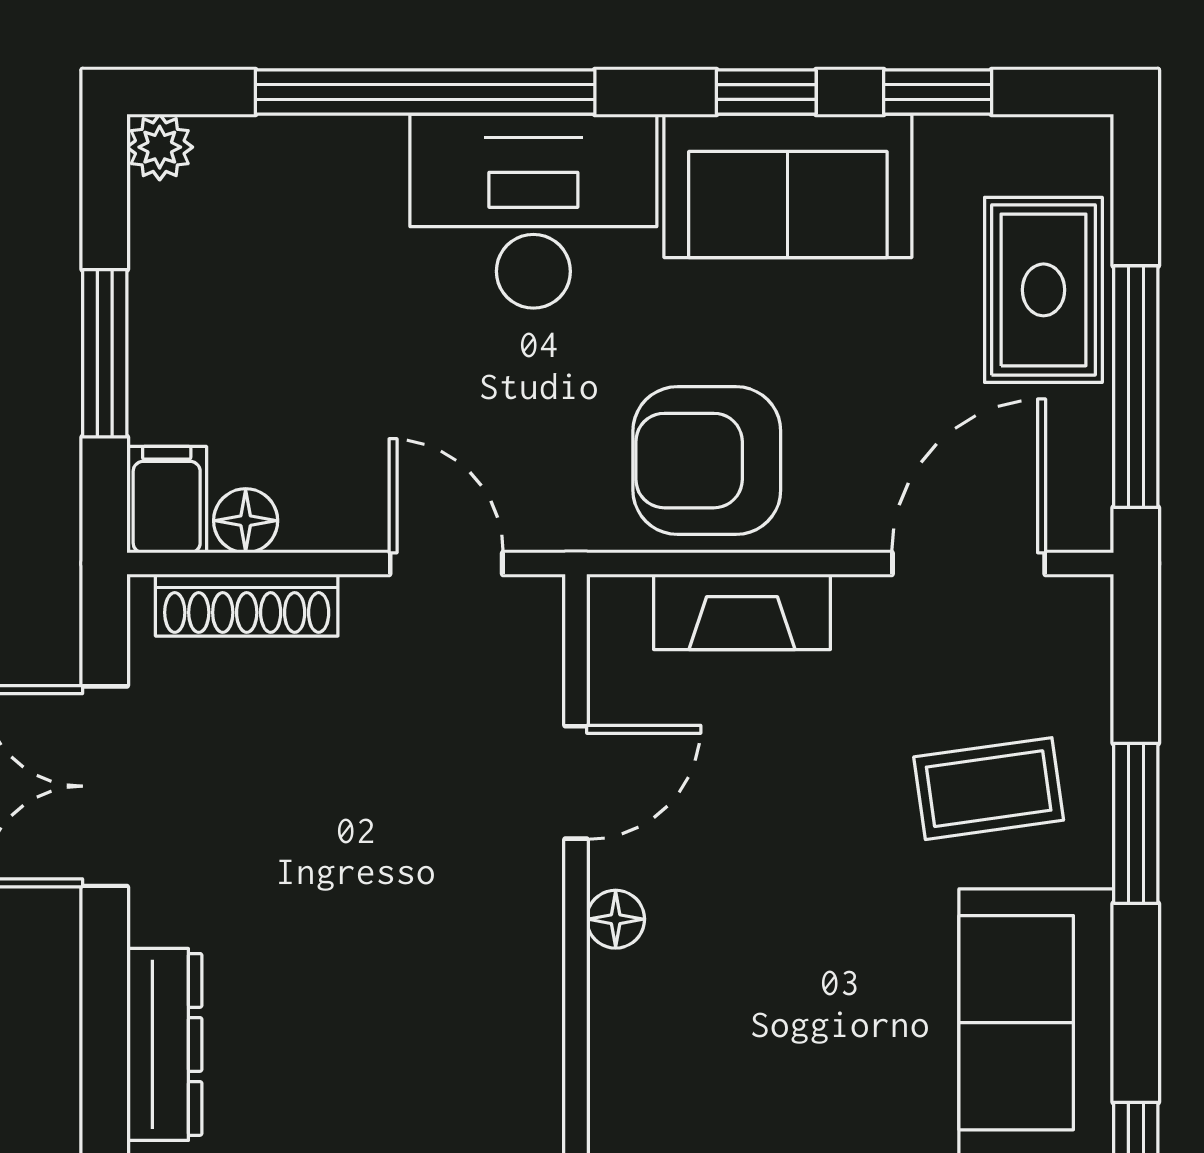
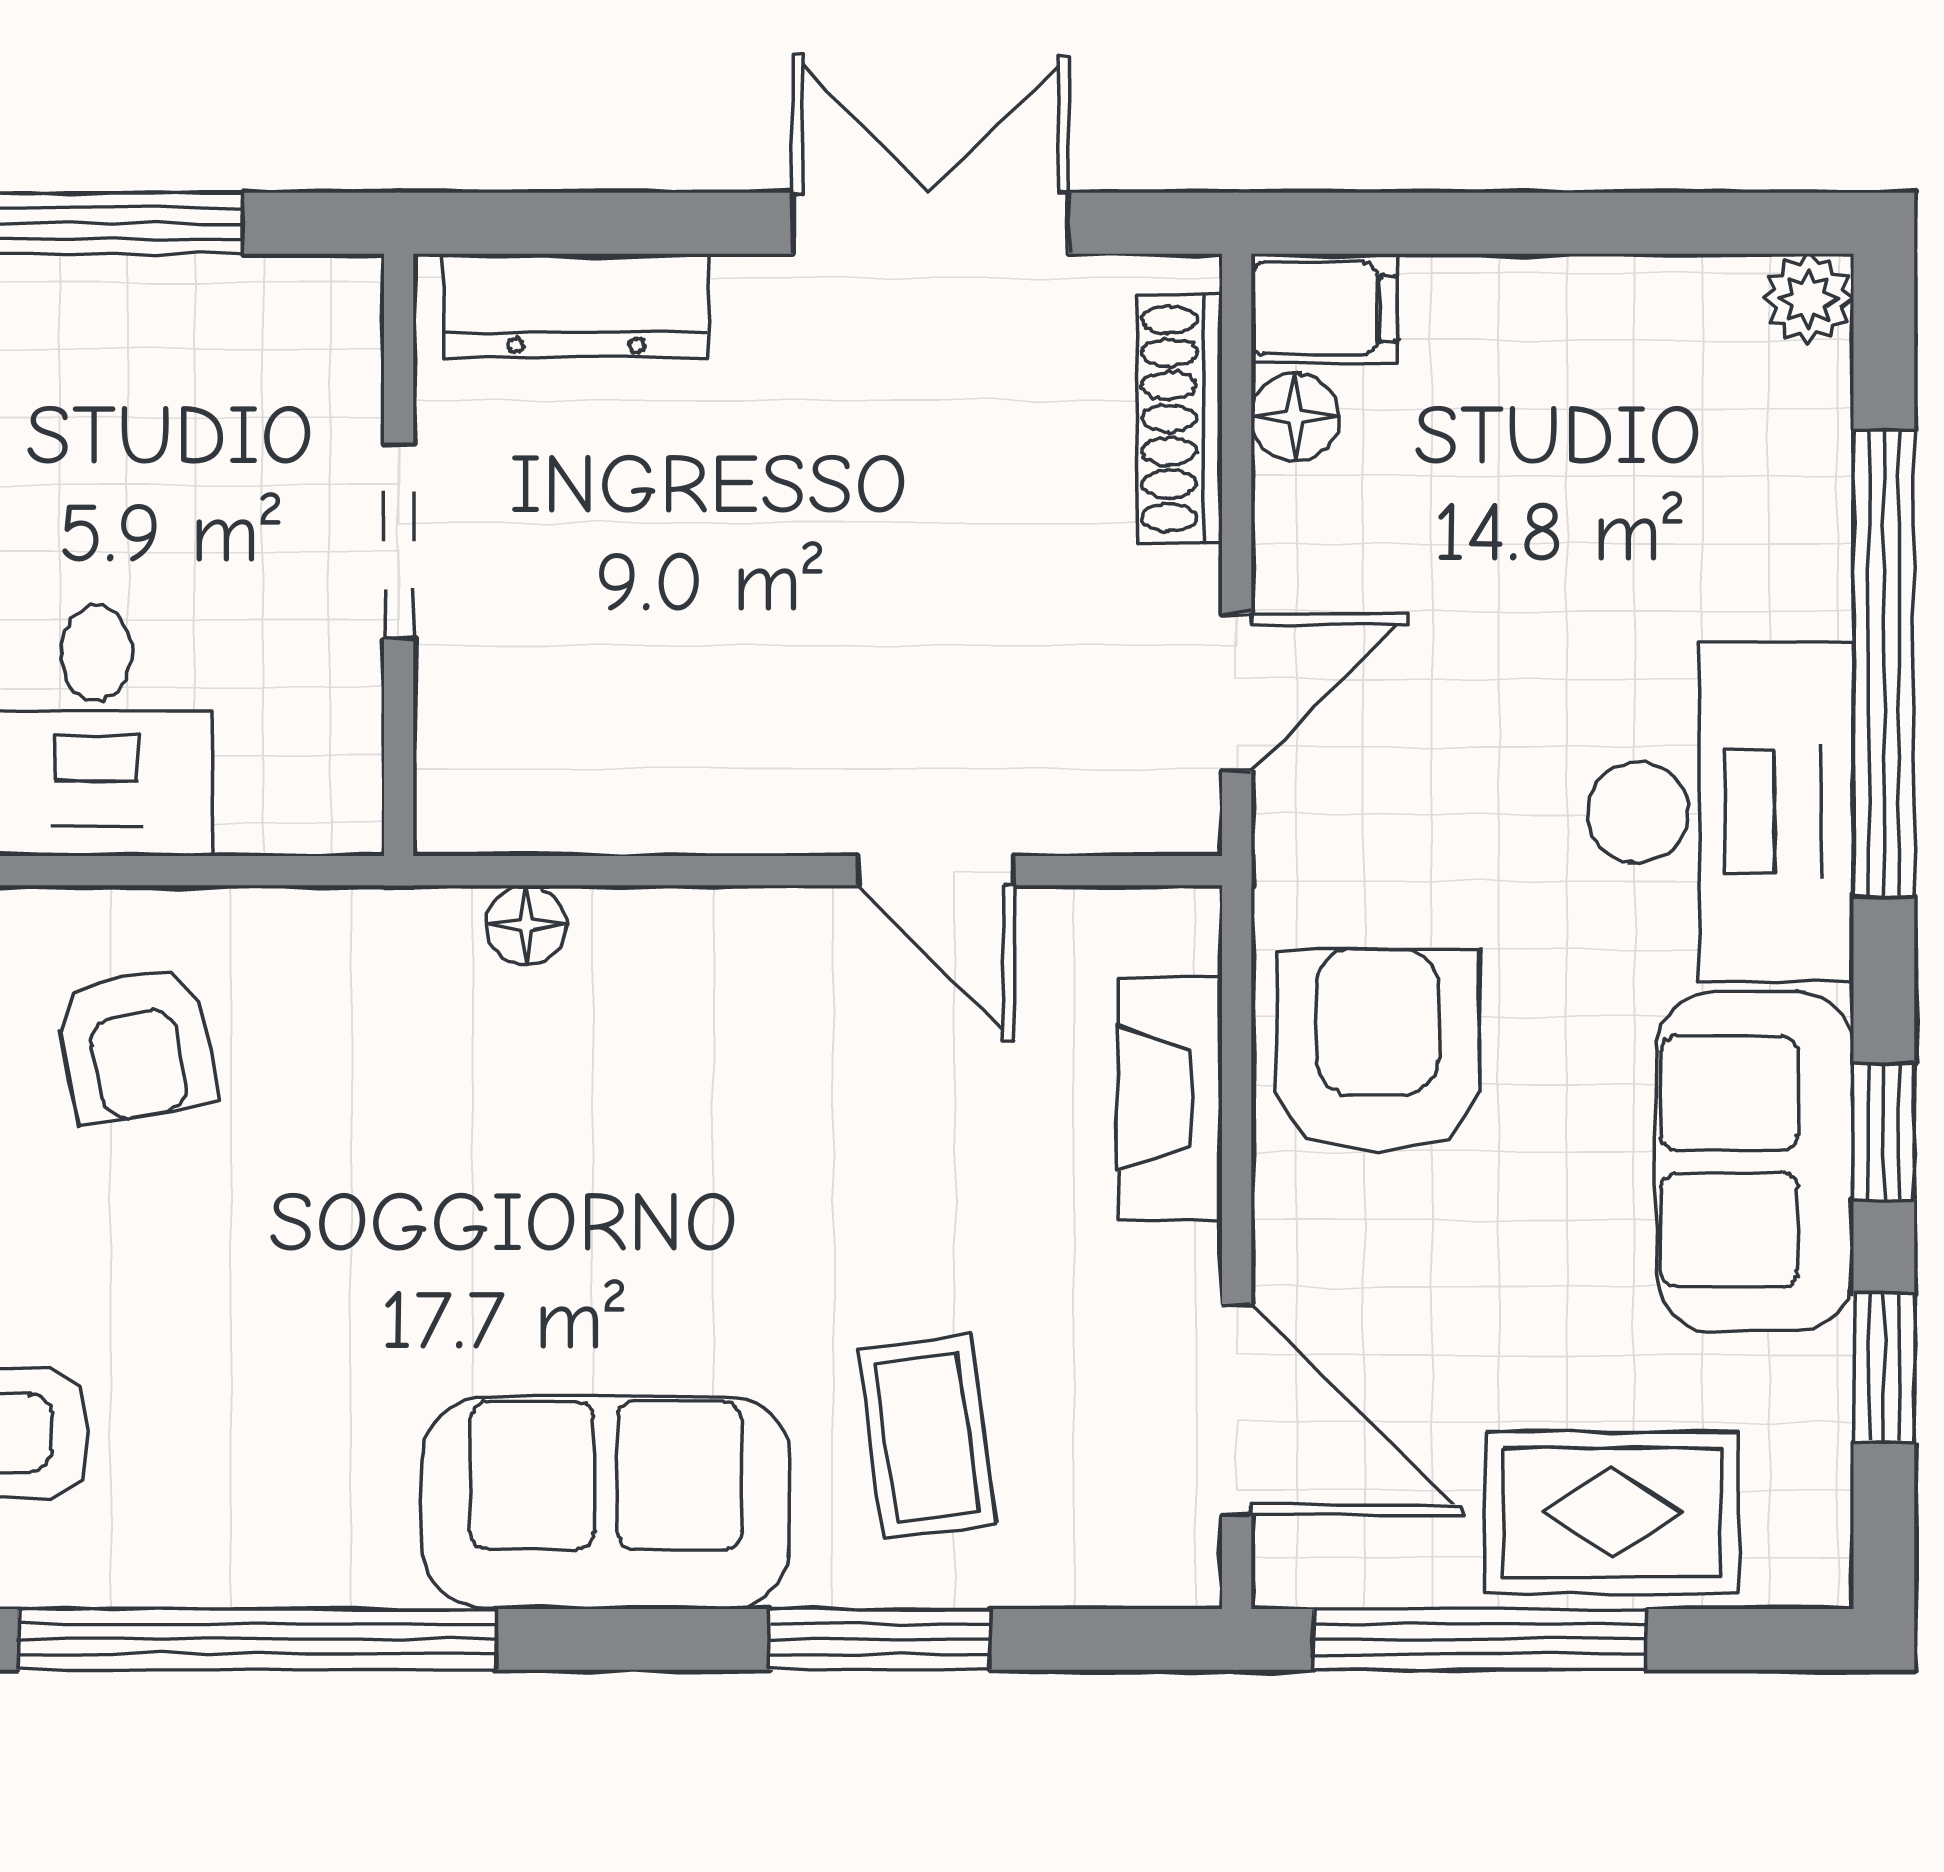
window: (105, 353) -> (1525, 223), removed
floor lamp: (616, 919) -> (526, 925), moved

